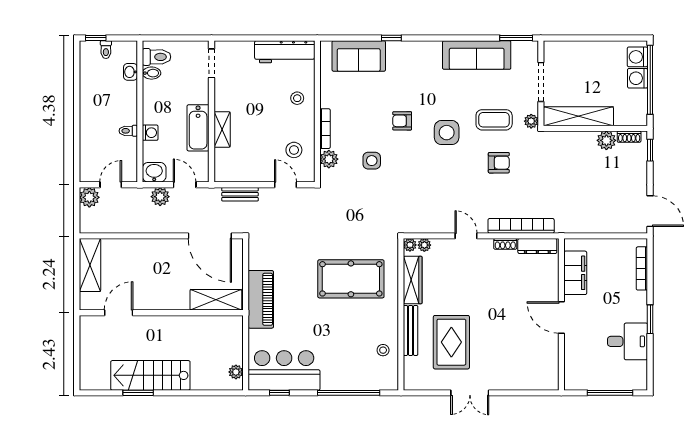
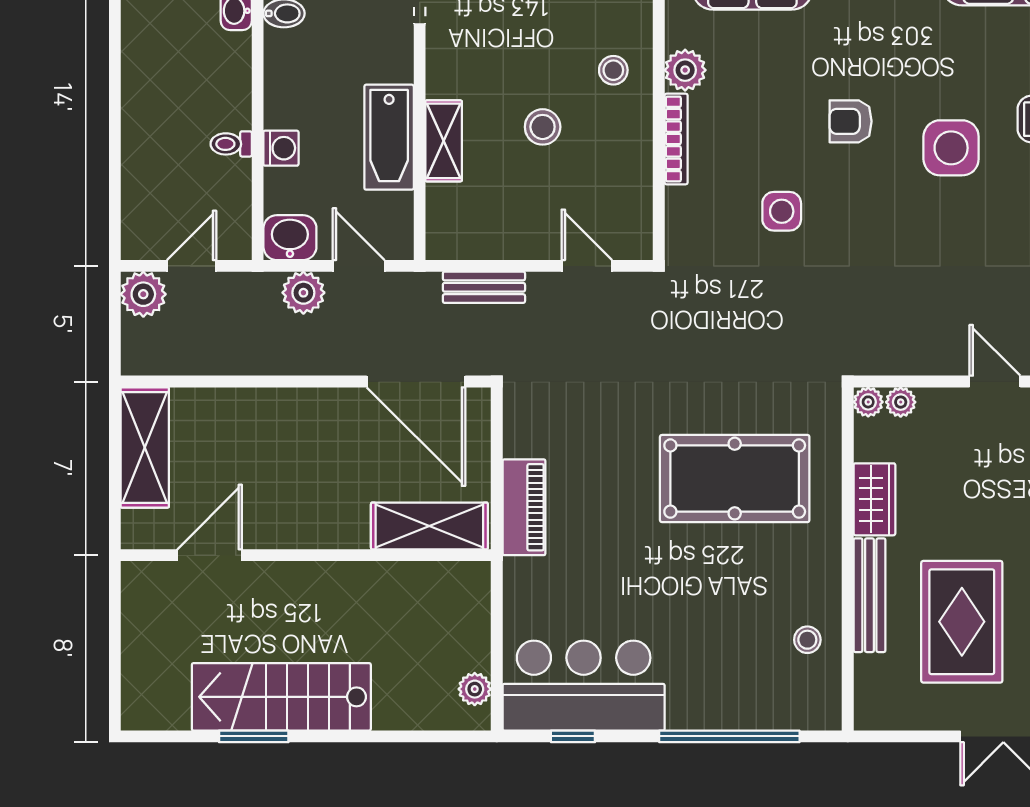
stool: (294, 150) -> (543, 127), moved
plant: (329, 159) -> (685, 70), moved
wardrobe: (413, 280) -> (874, 499), width x0.67
piano: (261, 299) -> (524, 507), width x0.73, depth x0.75

